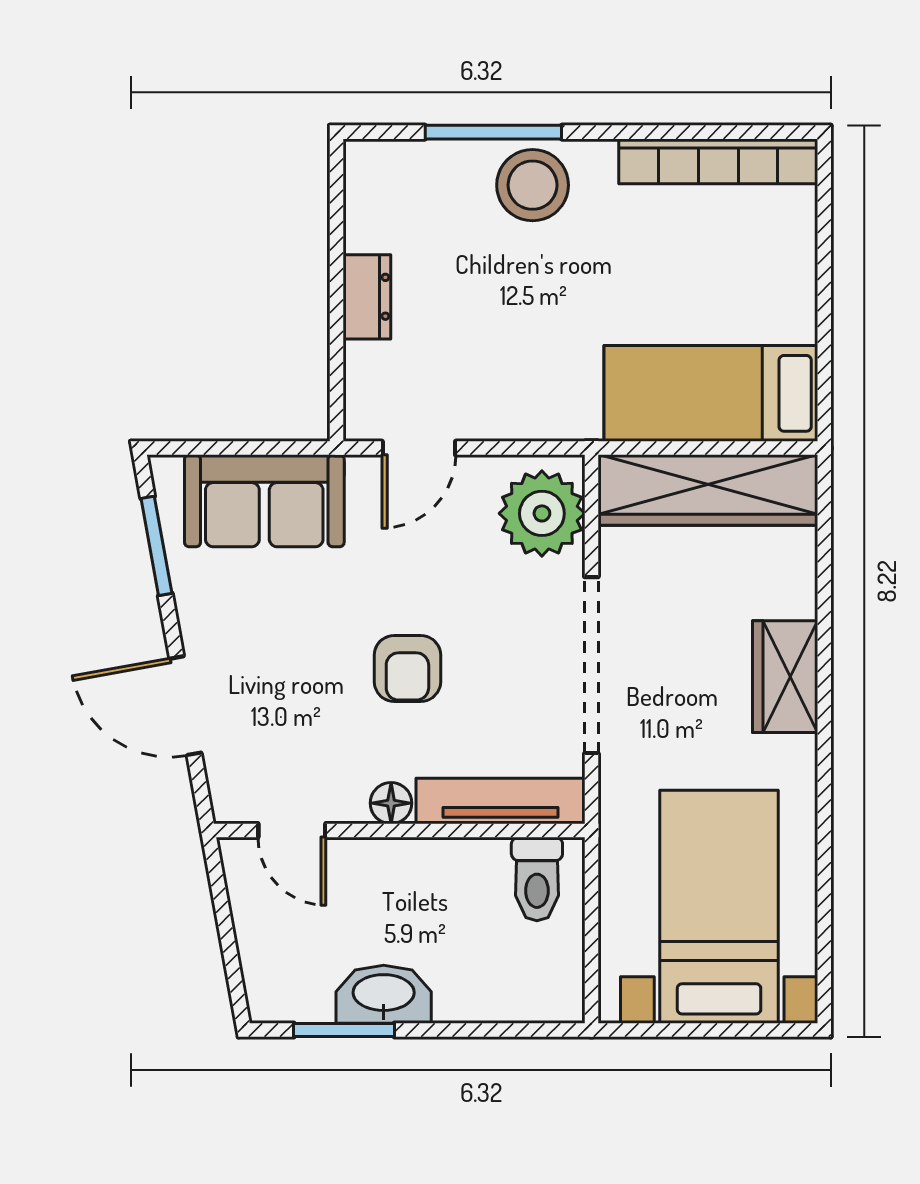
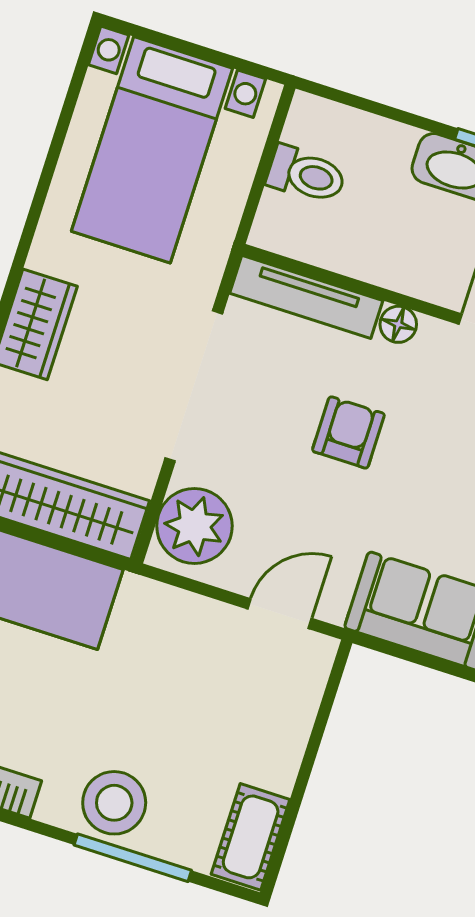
cot: (373, 196) -> (251, 837), added
dresser: (367, 297) -> (283, 754), removed
toilet: (537, 879) -> (306, 175), moved, turned 90

